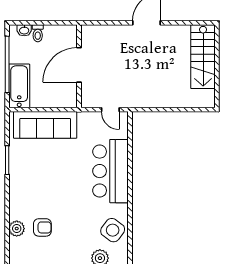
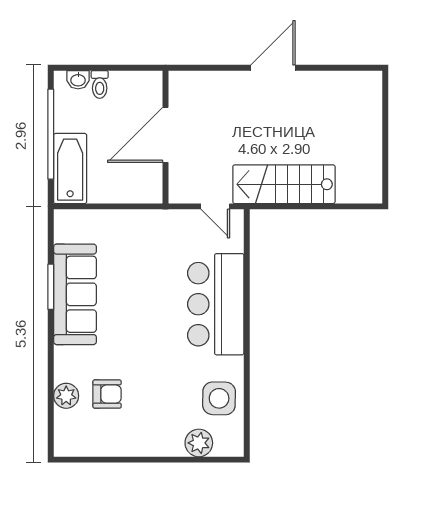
stairs: (203, 57) -> (284, 184), moved, turned 90
sofa: (45, 125) -> (75, 294), moved, turned -90
side table: (113, 230) -> (219, 398), turned -35

